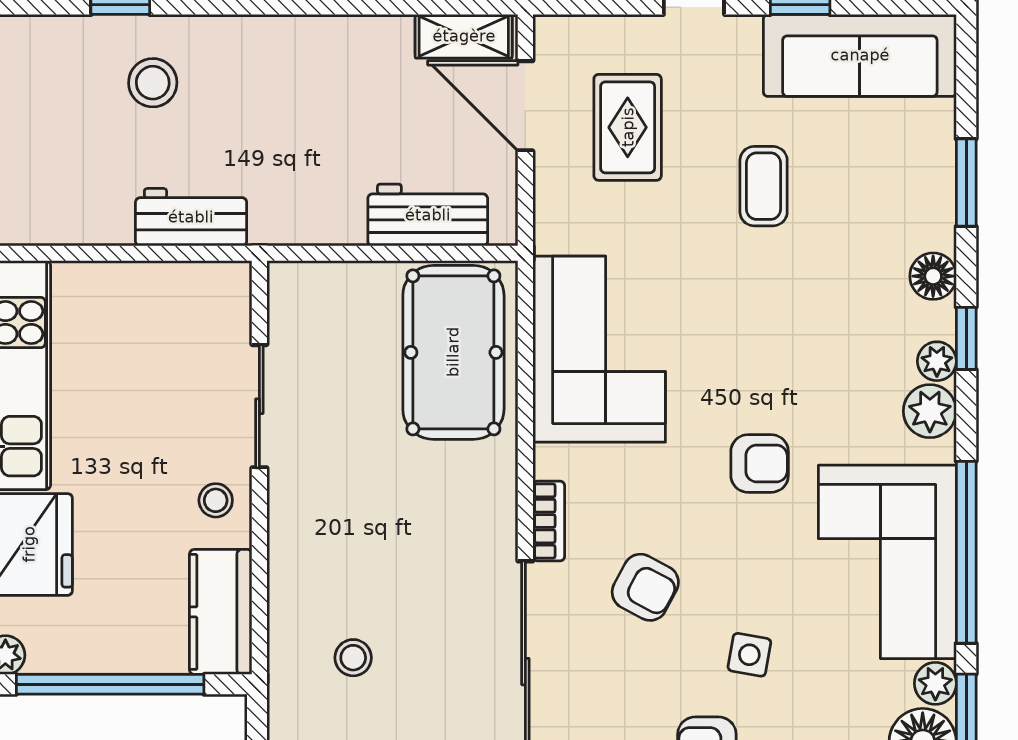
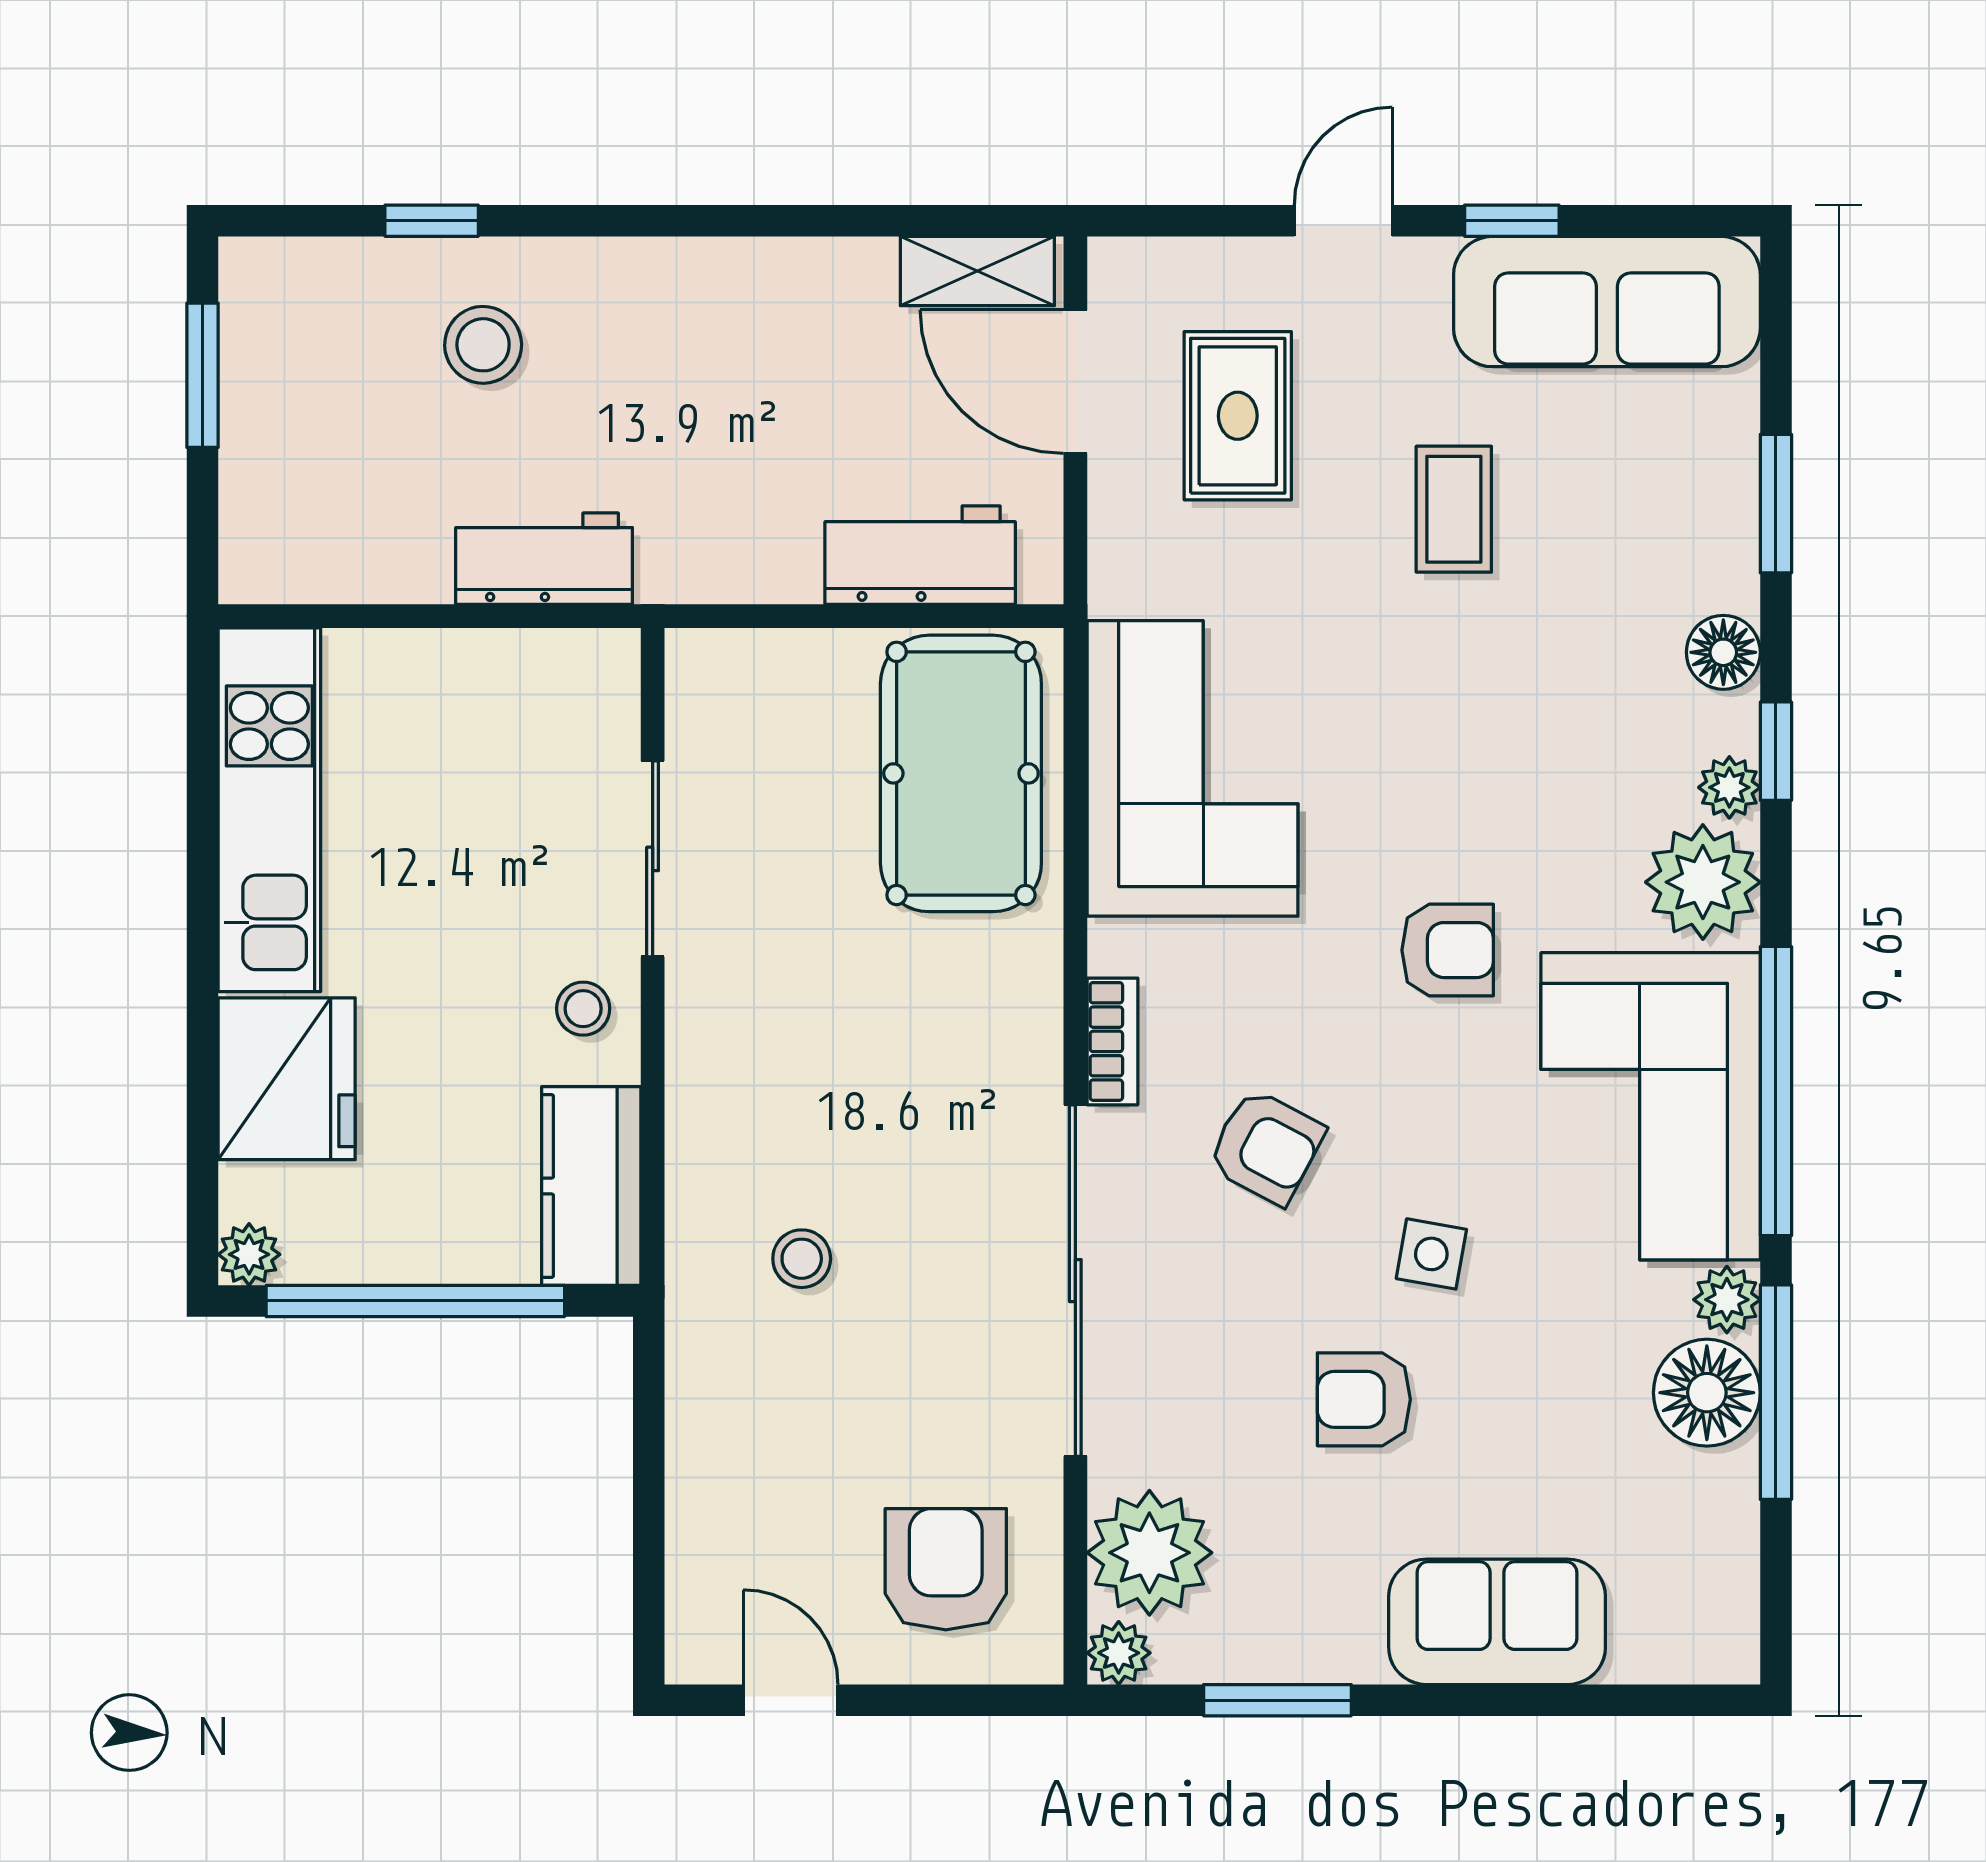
plant: (930, 411) -> (1703, 882), width x1.36, depth x1.36

